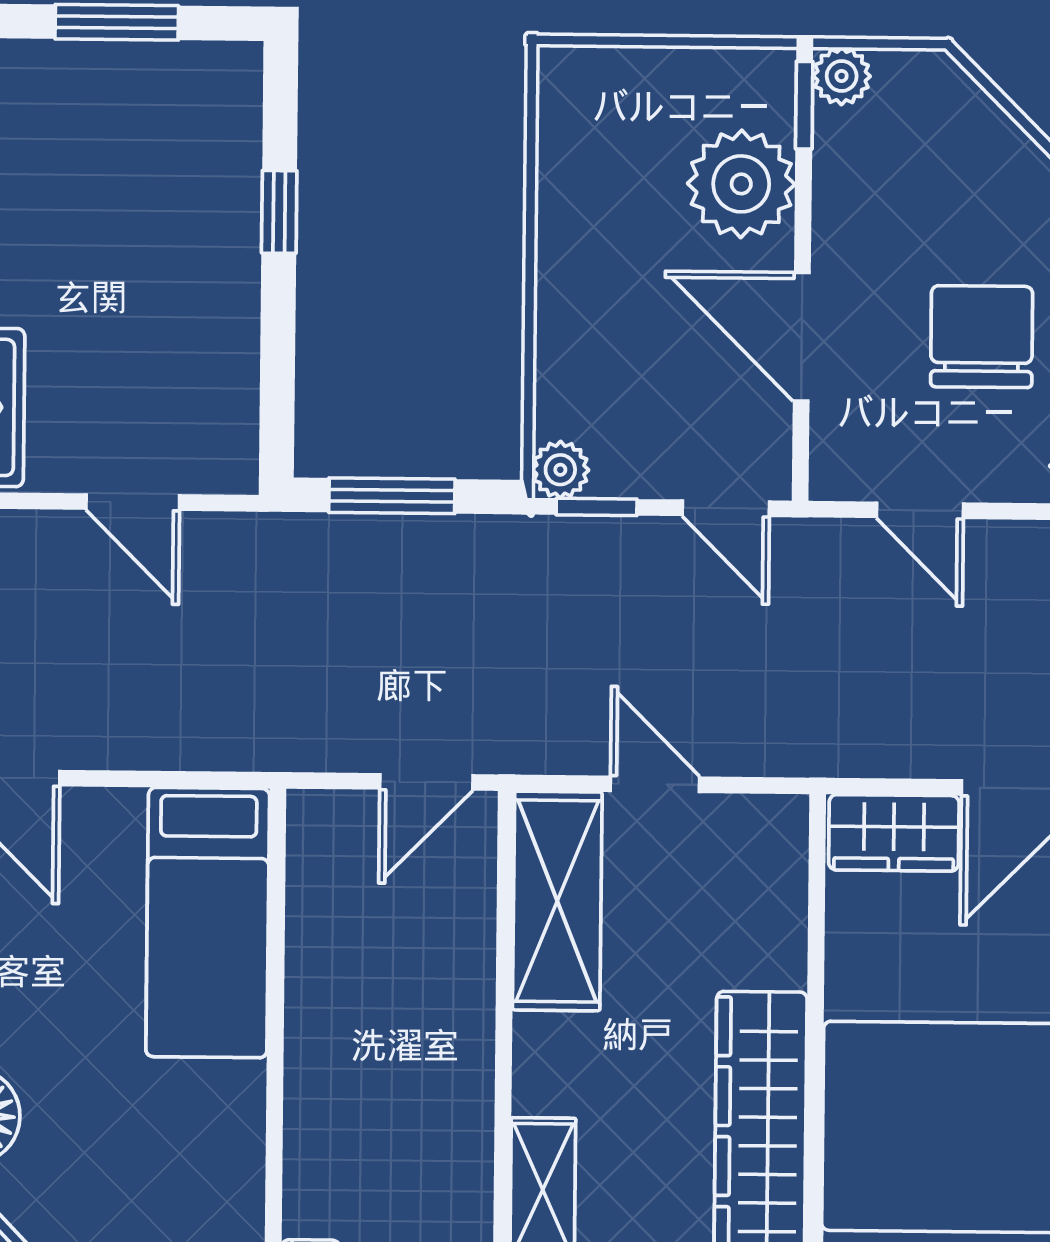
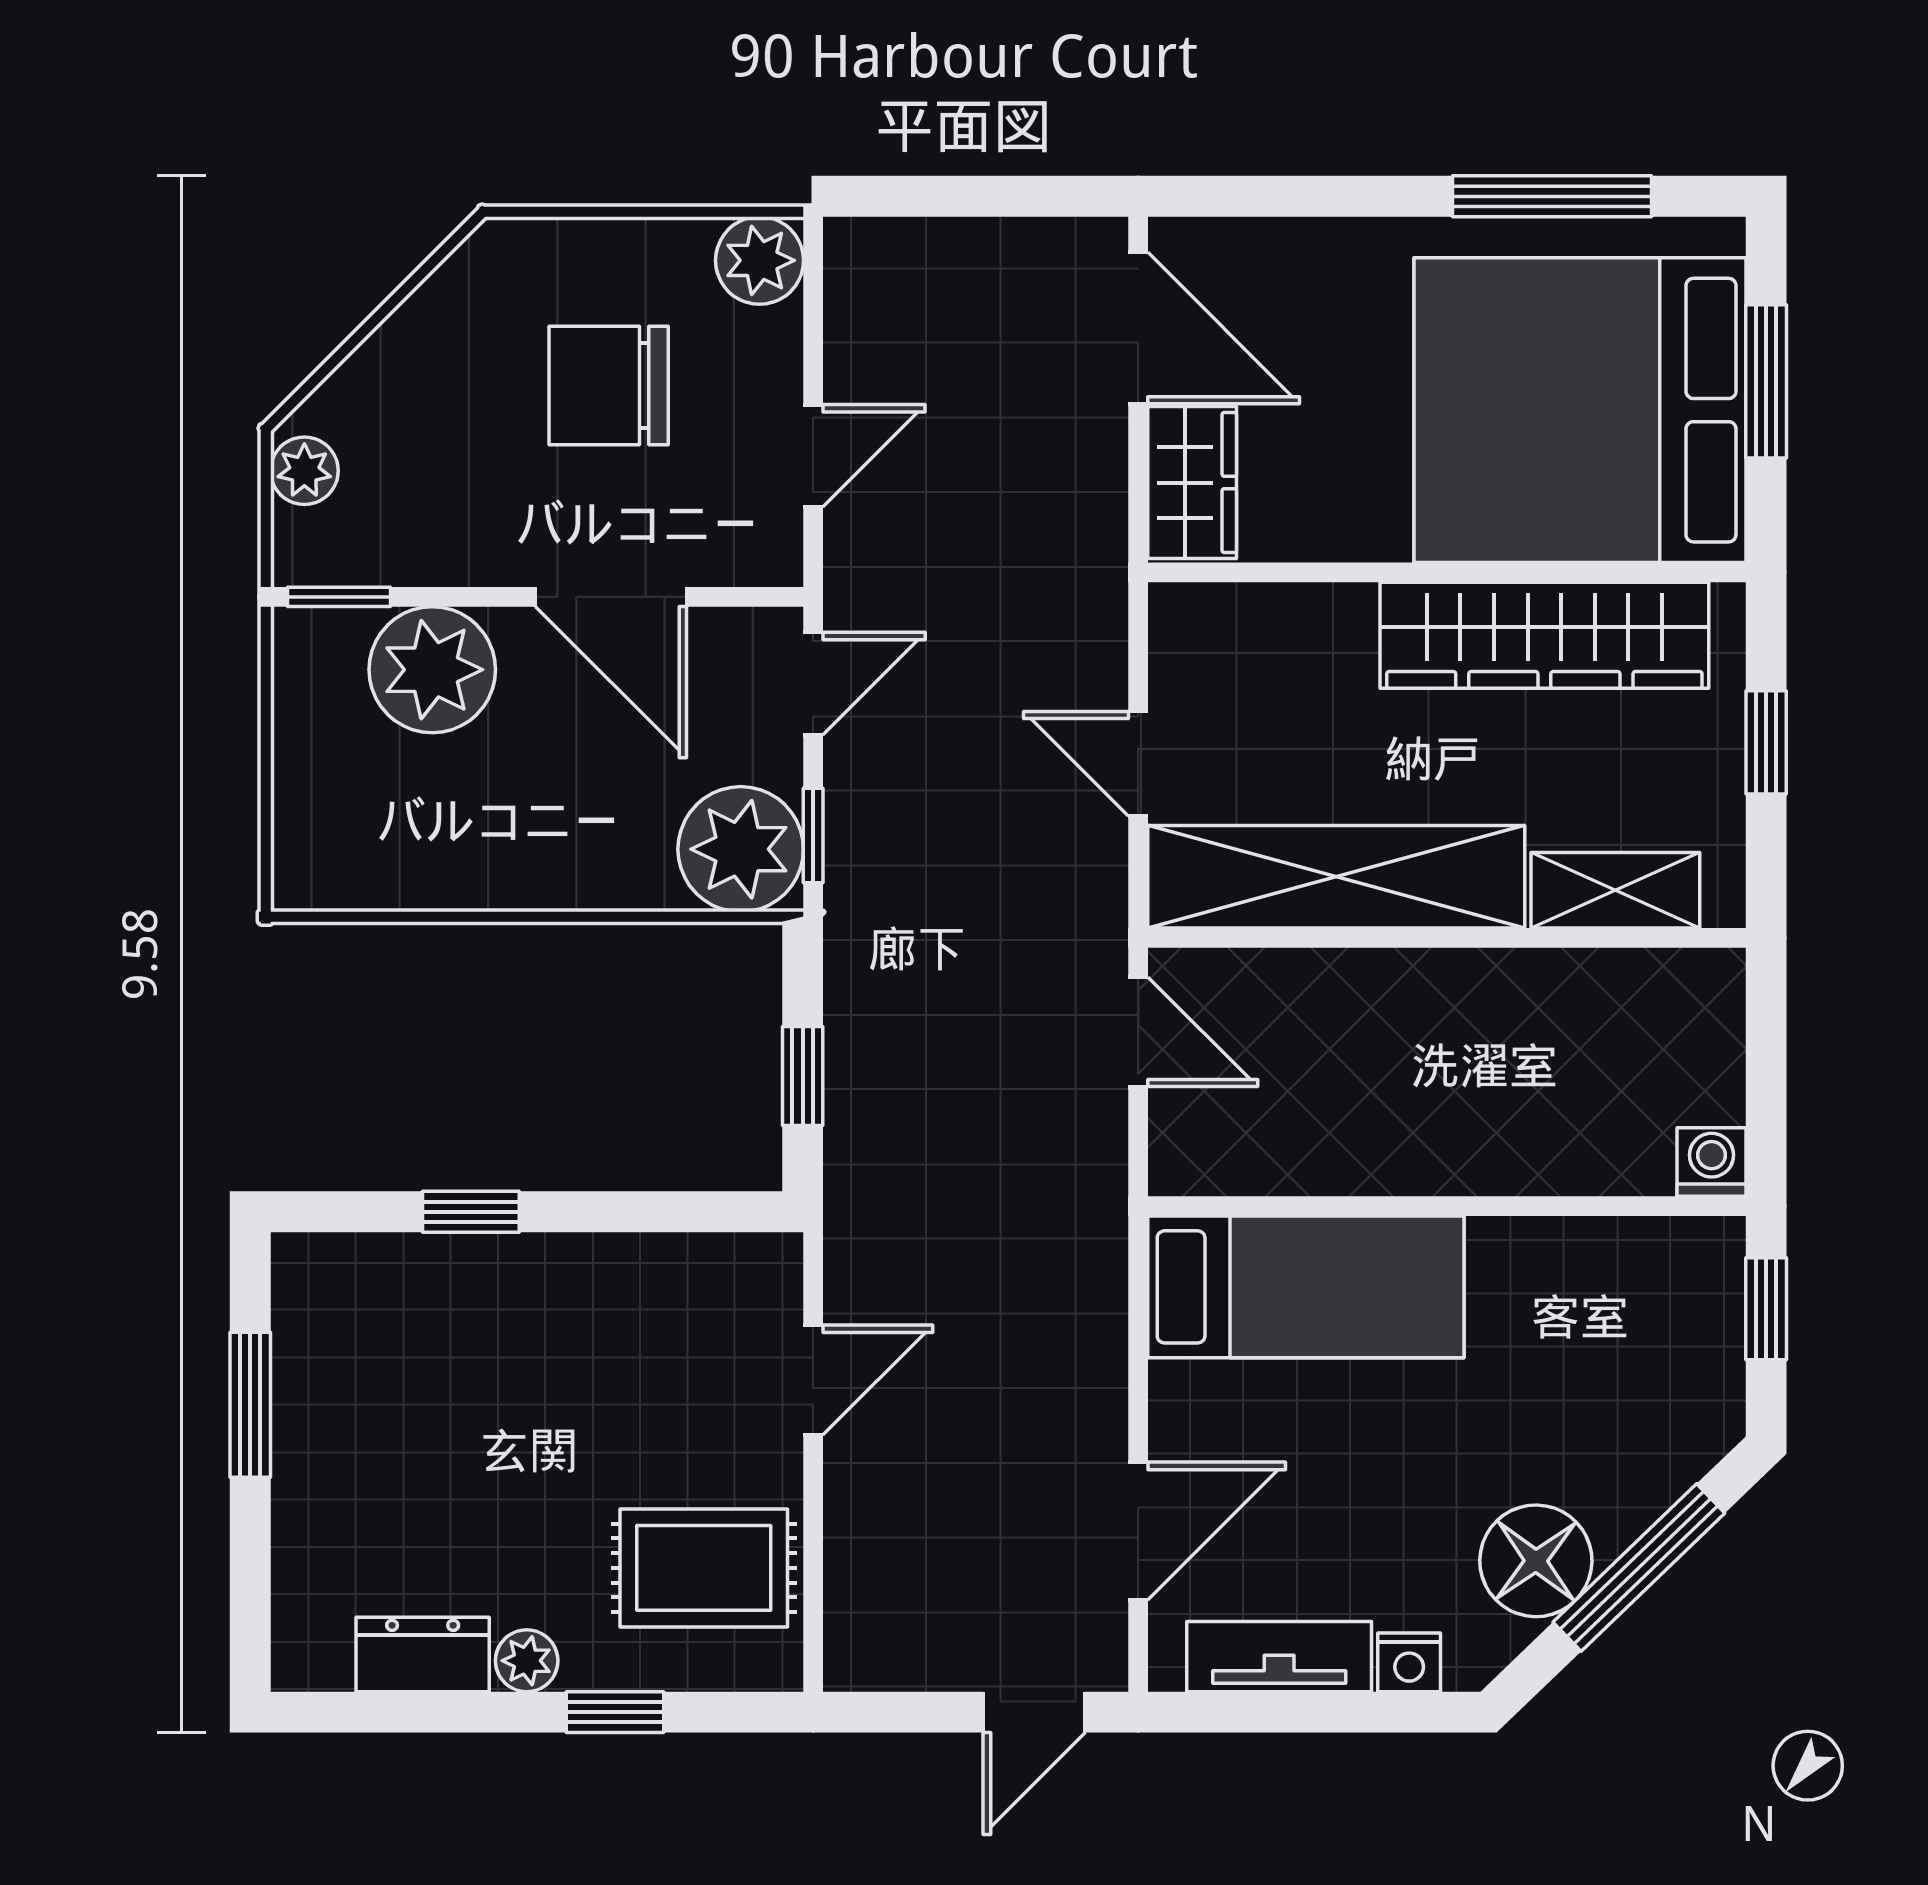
plant: (842, 76) -> (304, 471), moved
door: (802, 337) -> (611, 597), hinge flipped
plant: (560, 470) -> (741, 849), width x1.87, depth x1.87
window: (392, 496) -> (803, 1076), width x0.67
door: (655, 784) -> (1138, 764), hinge flipped
shelving: (557, 901) -> (1336, 877), width x1.47

